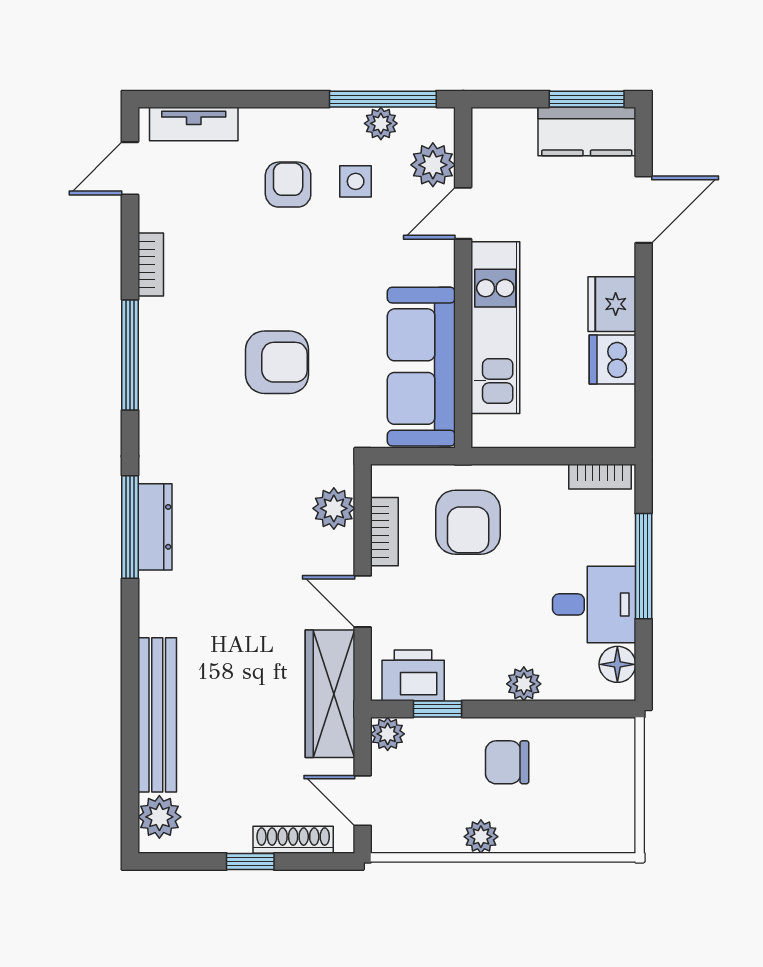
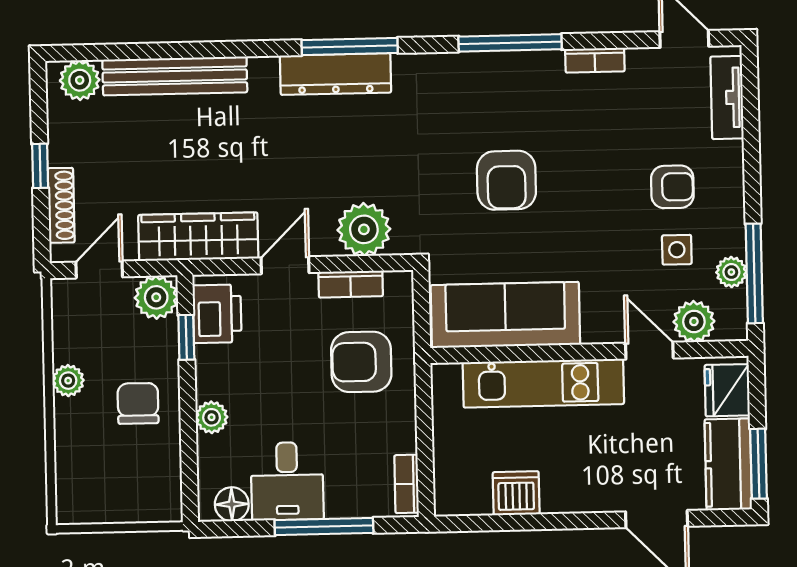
fridge: (612, 304) -> (727, 390), moved, turned -90
plant: (334, 508) -> (364, 229), width x1.36, depth x1.36
dresser: (155, 527) -> (336, 74), width x1.37, depth x1.24
plant: (388, 734) -> (156, 297), width x1.38, depth x1.38

